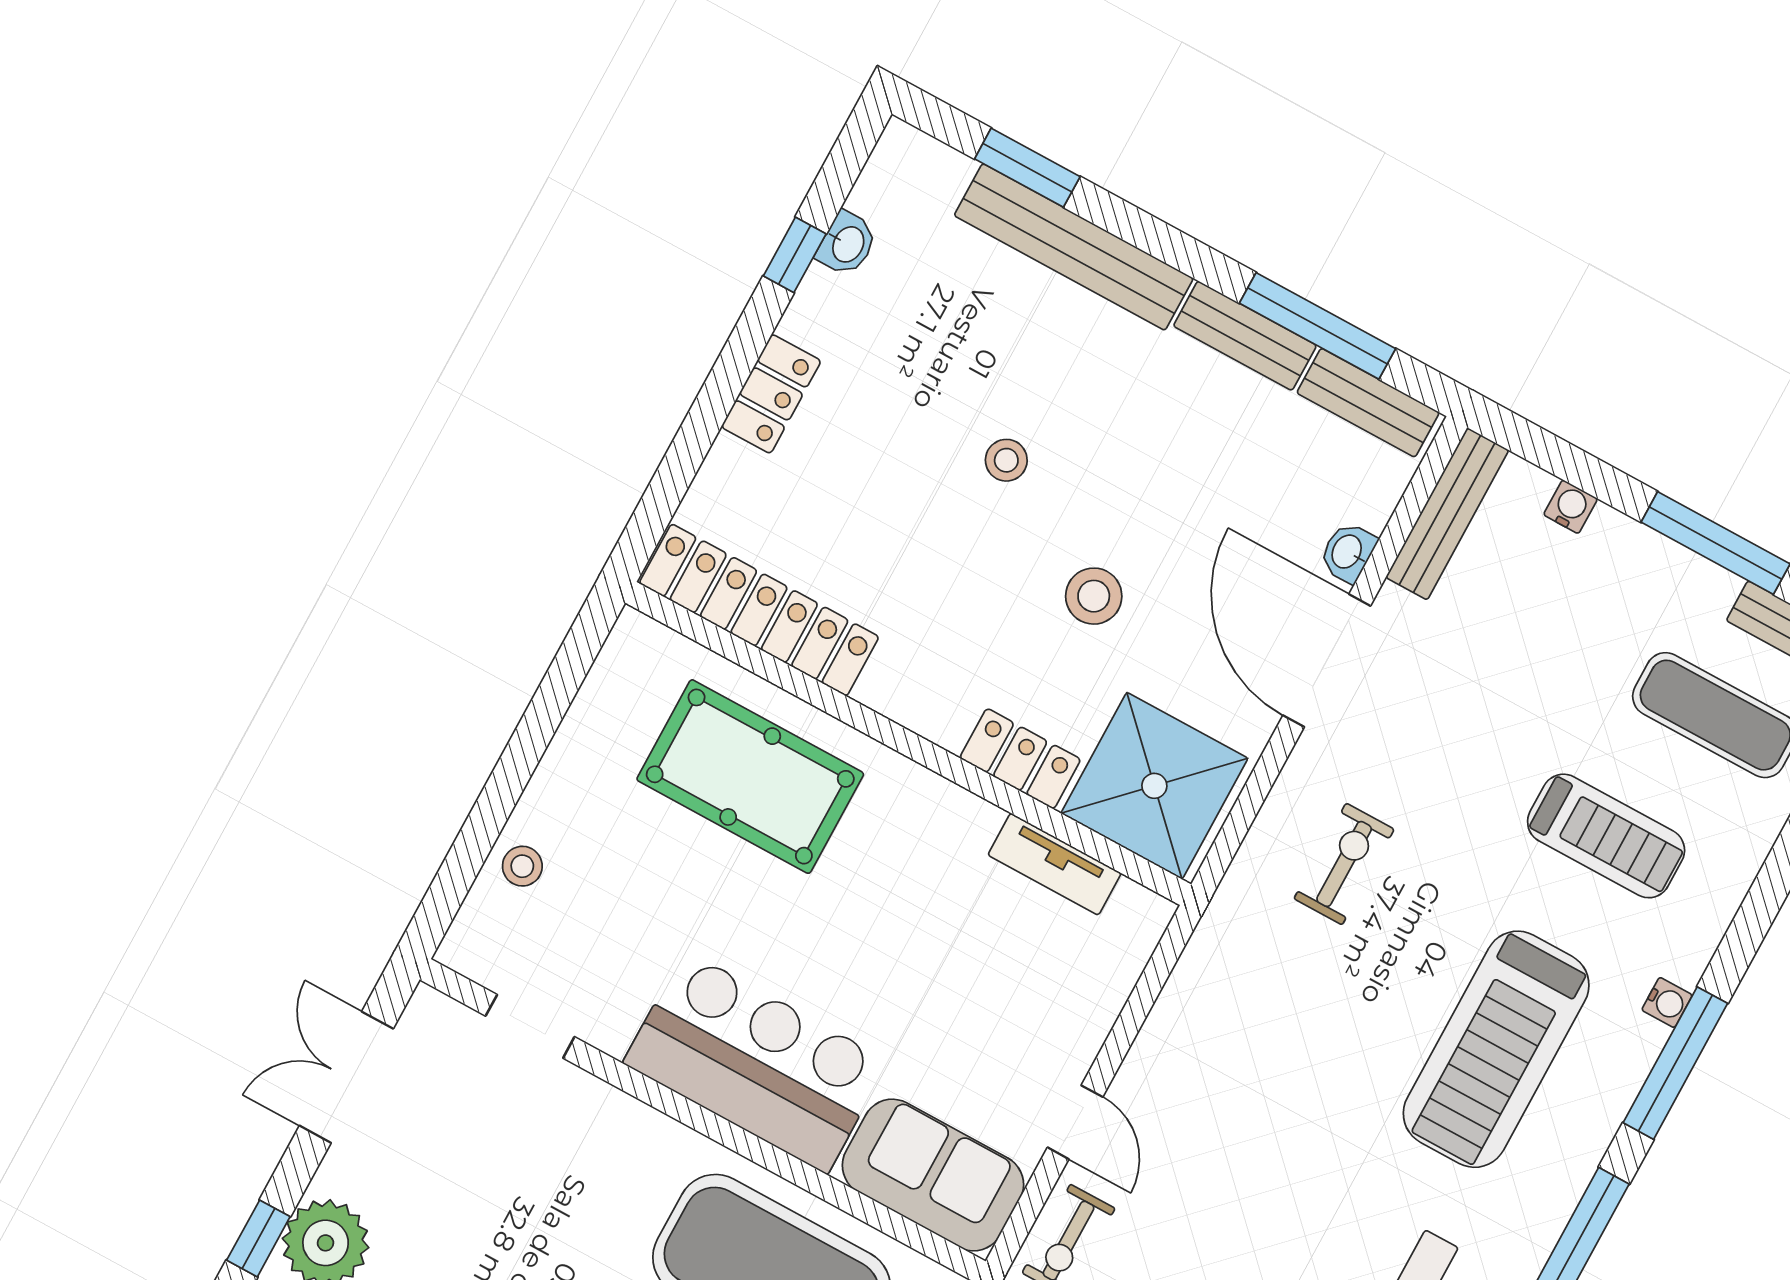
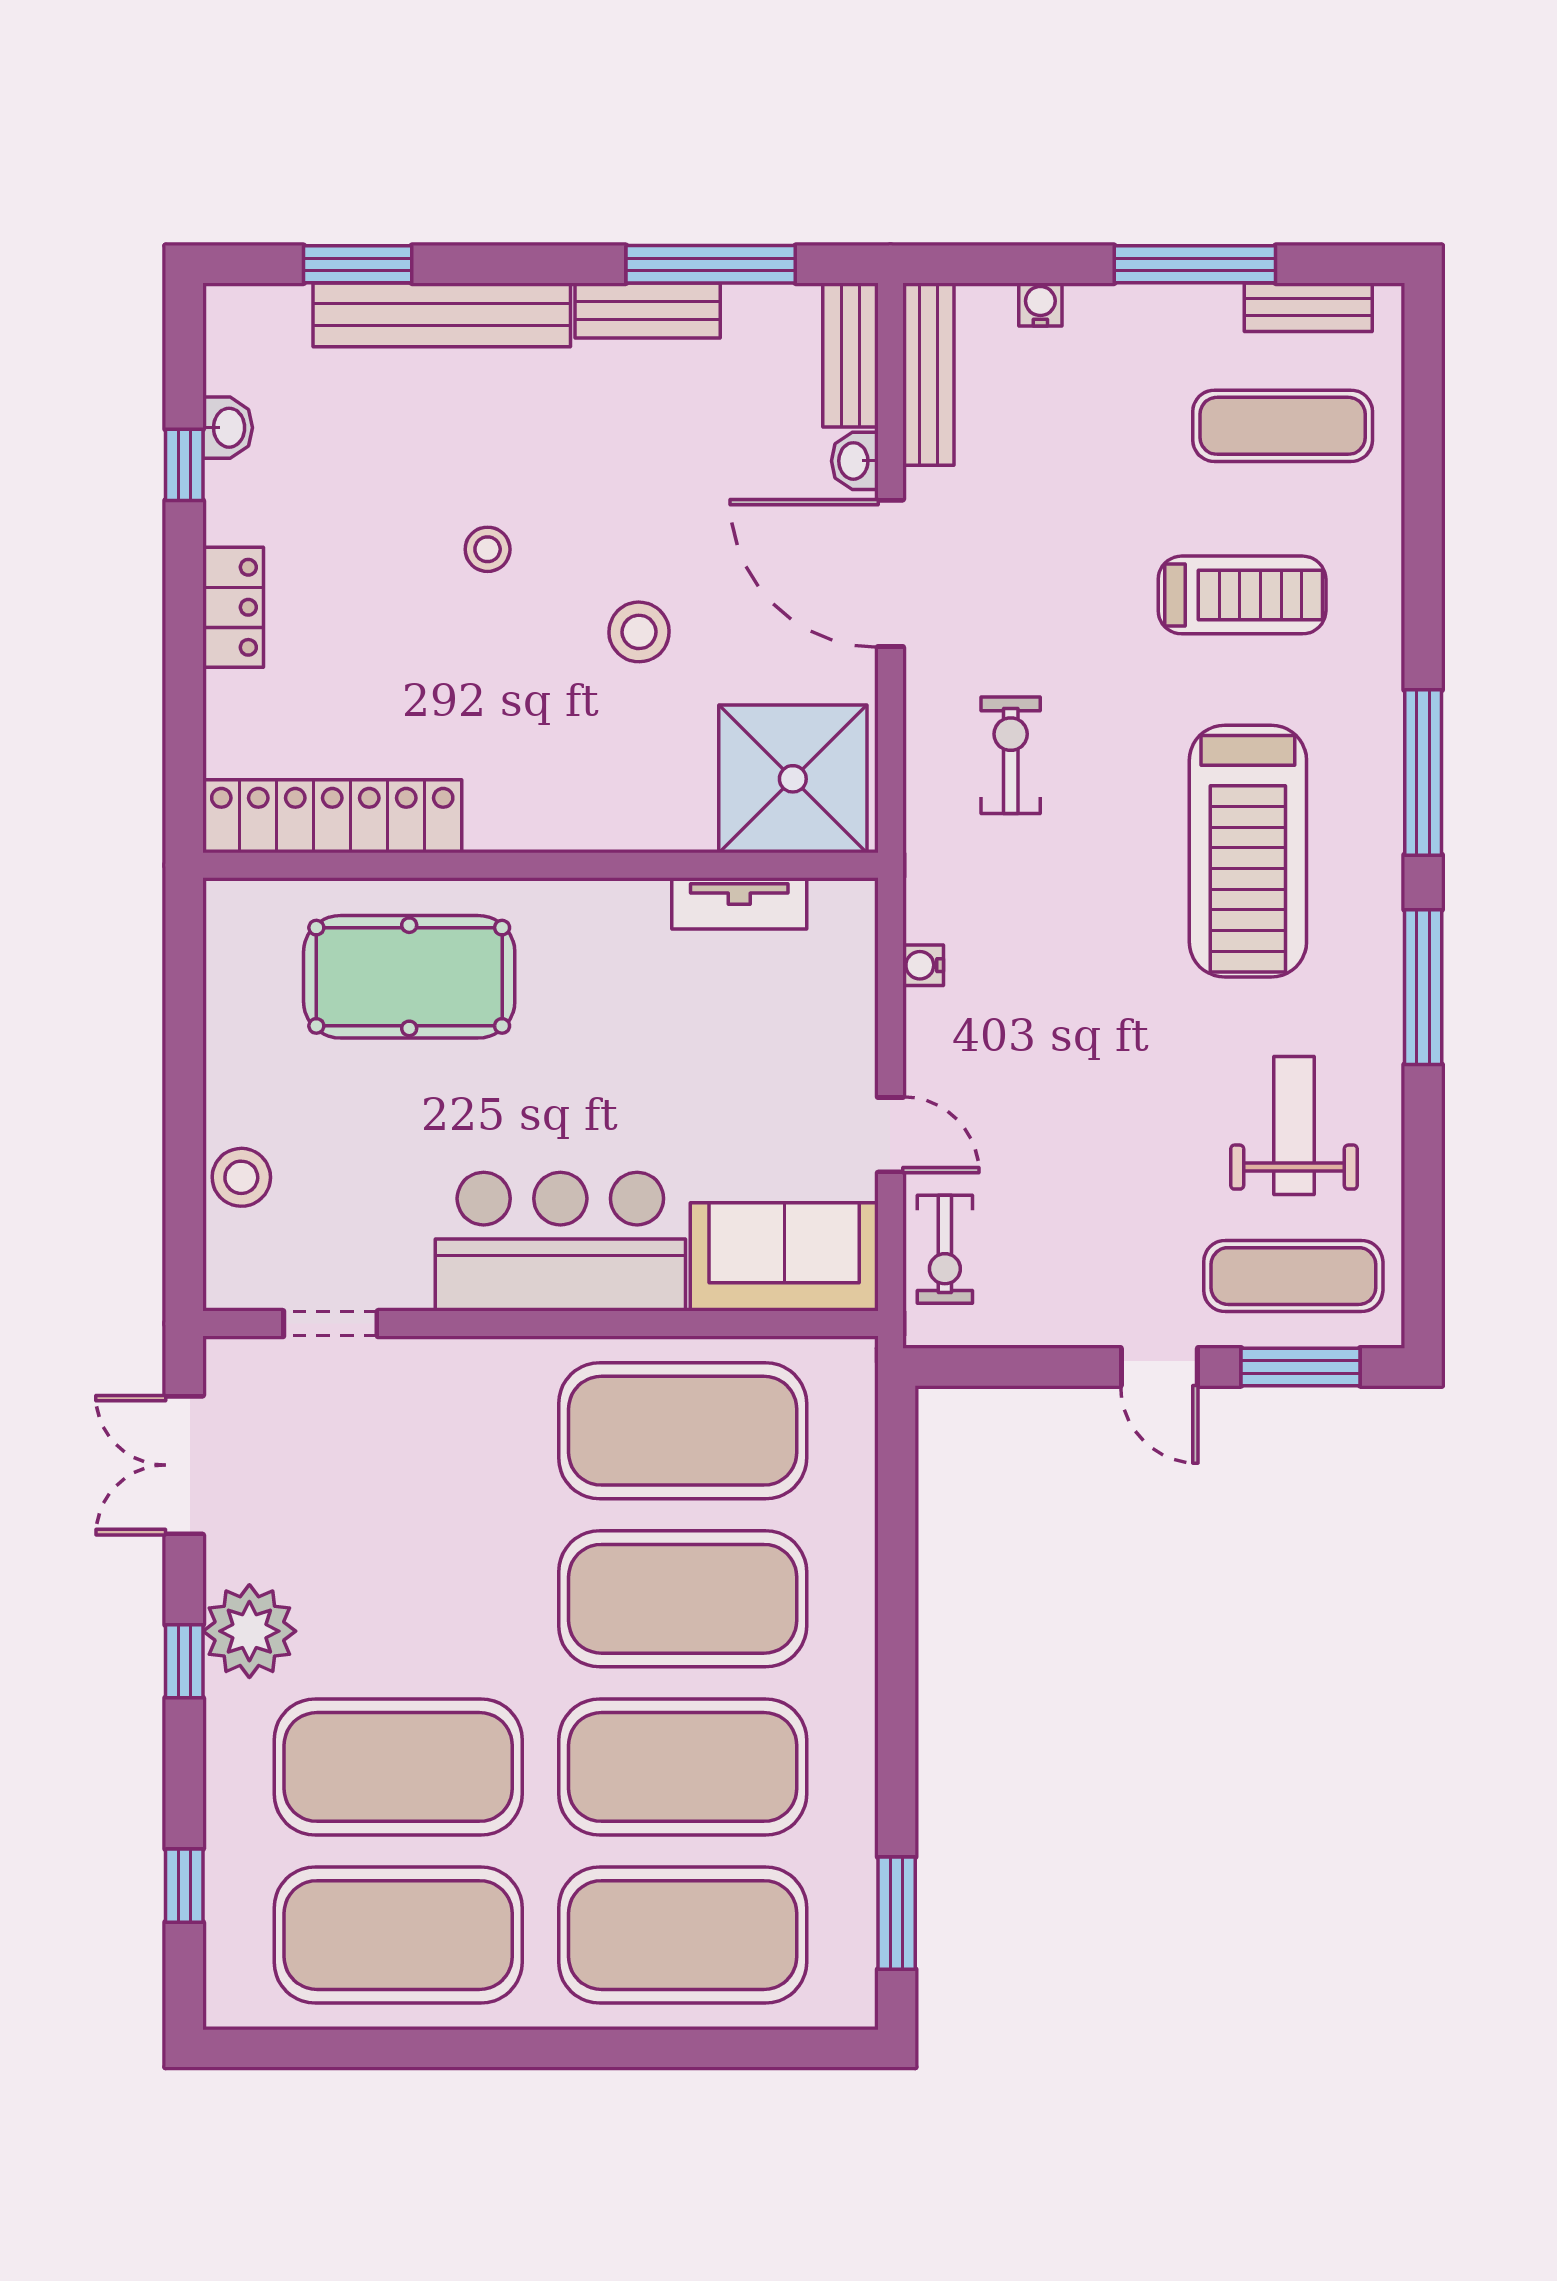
bench: (1368, 403) -> (850, 355), moved, turned 90
locker: (1020, 759) -> (653, 822), removed
stool: (522, 866) -> (241, 1177), width x1.37, depth x1.37
water cooler: (1667, 1002) -> (923, 965), moved, turned 180

